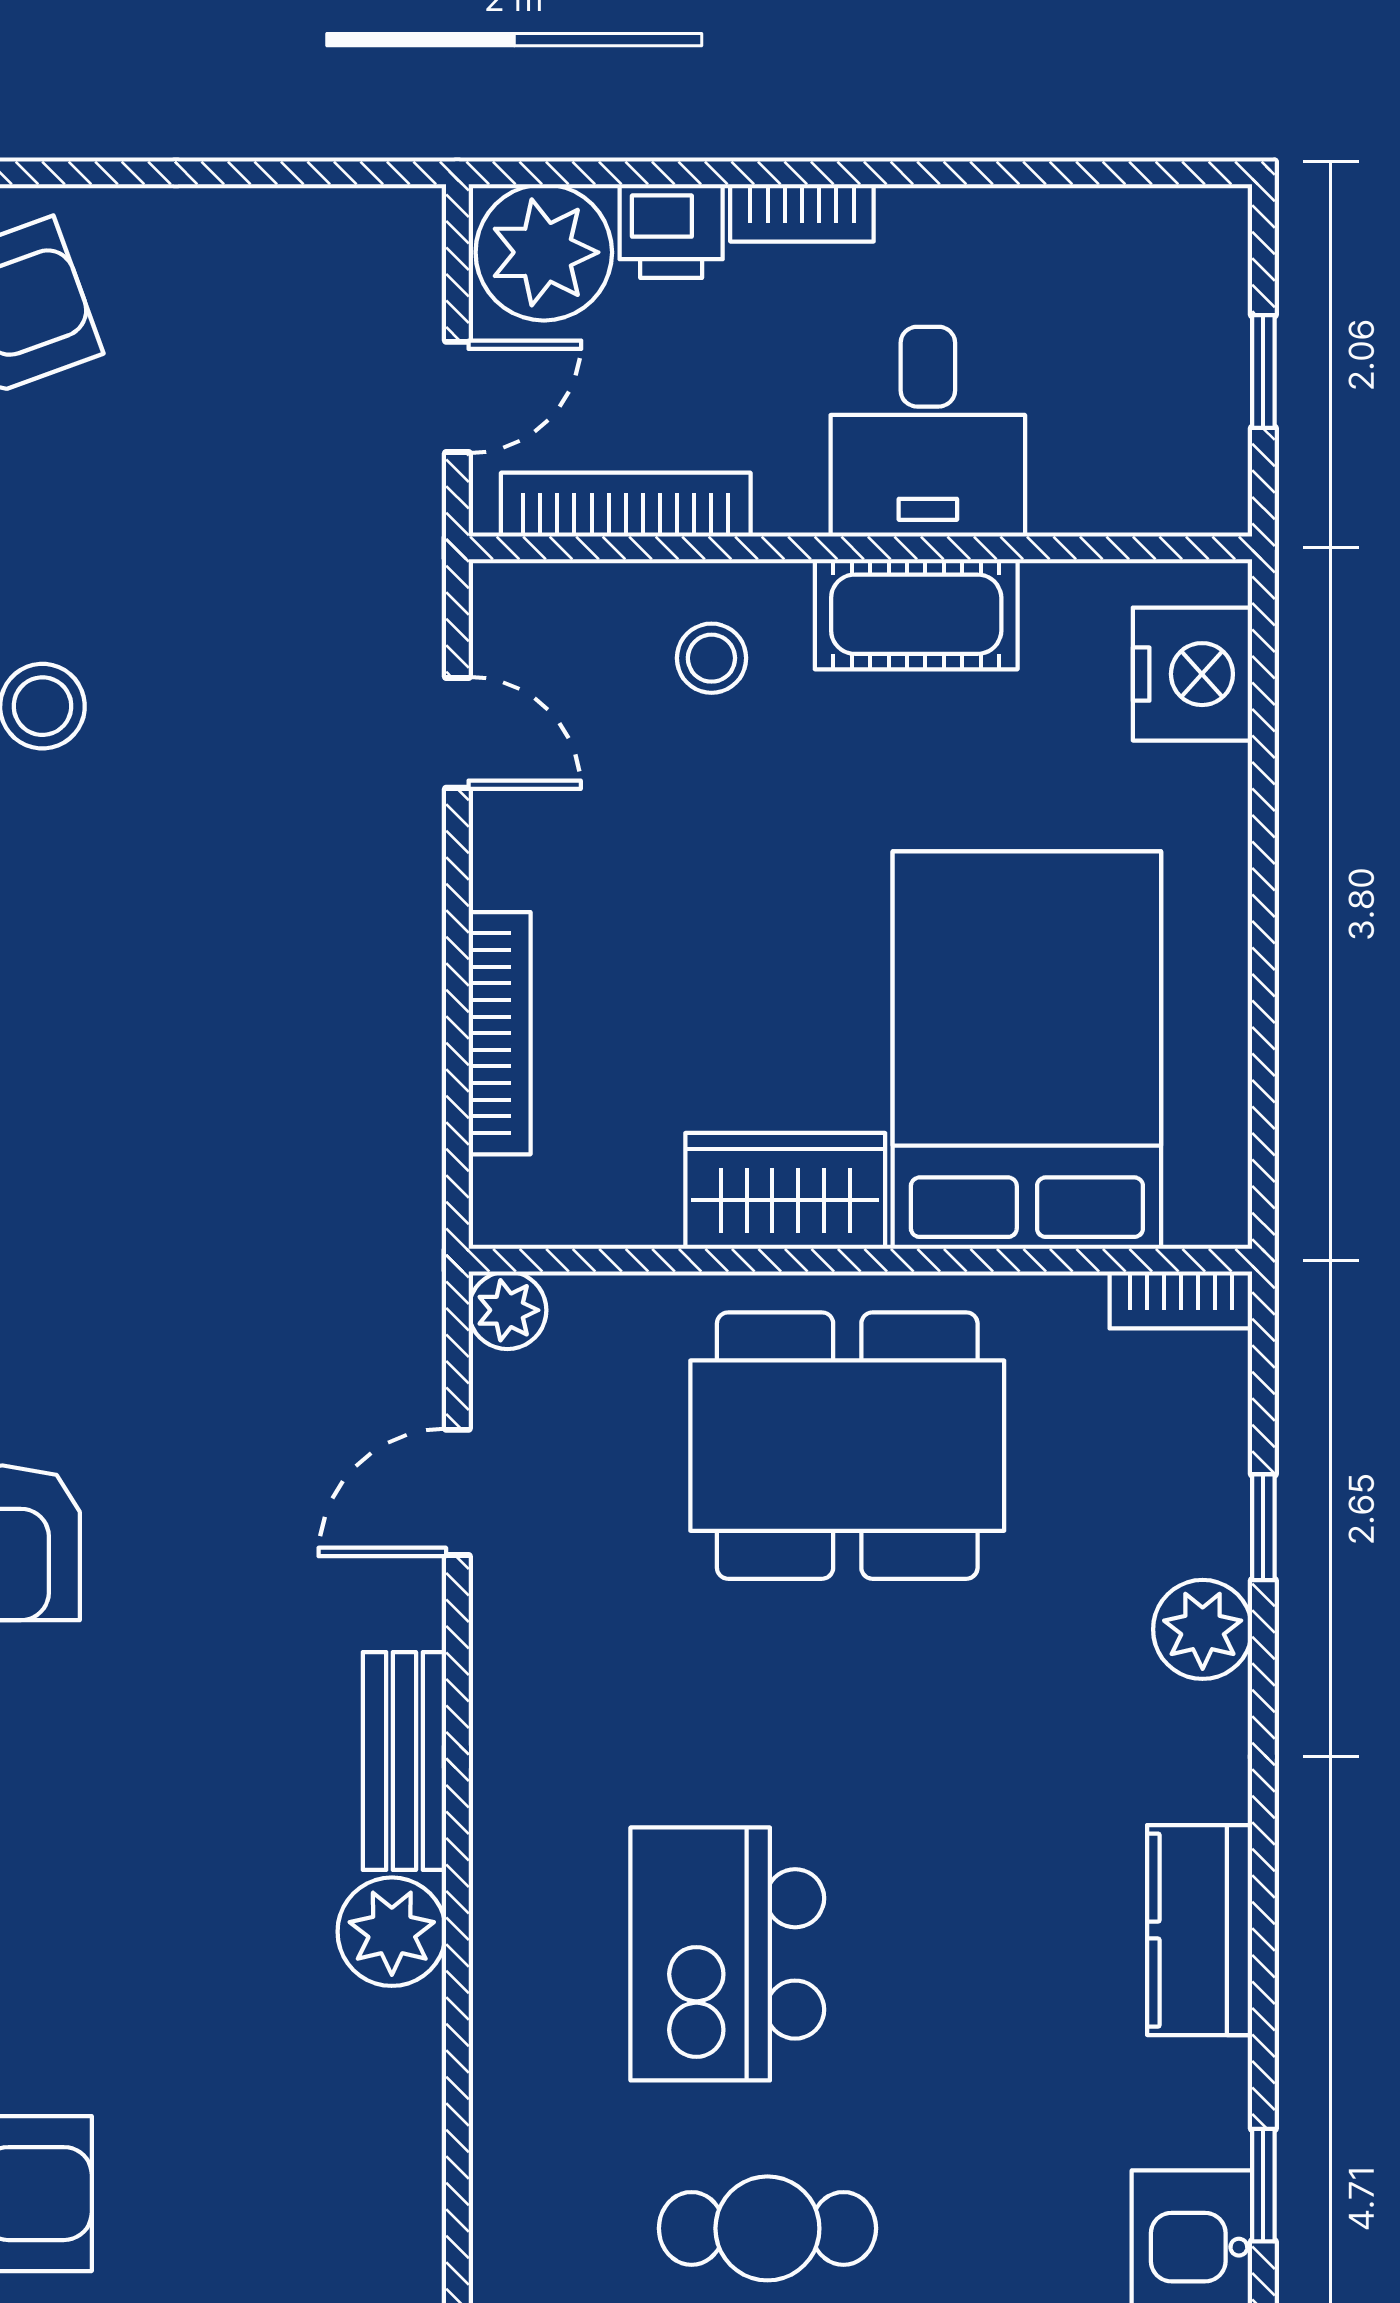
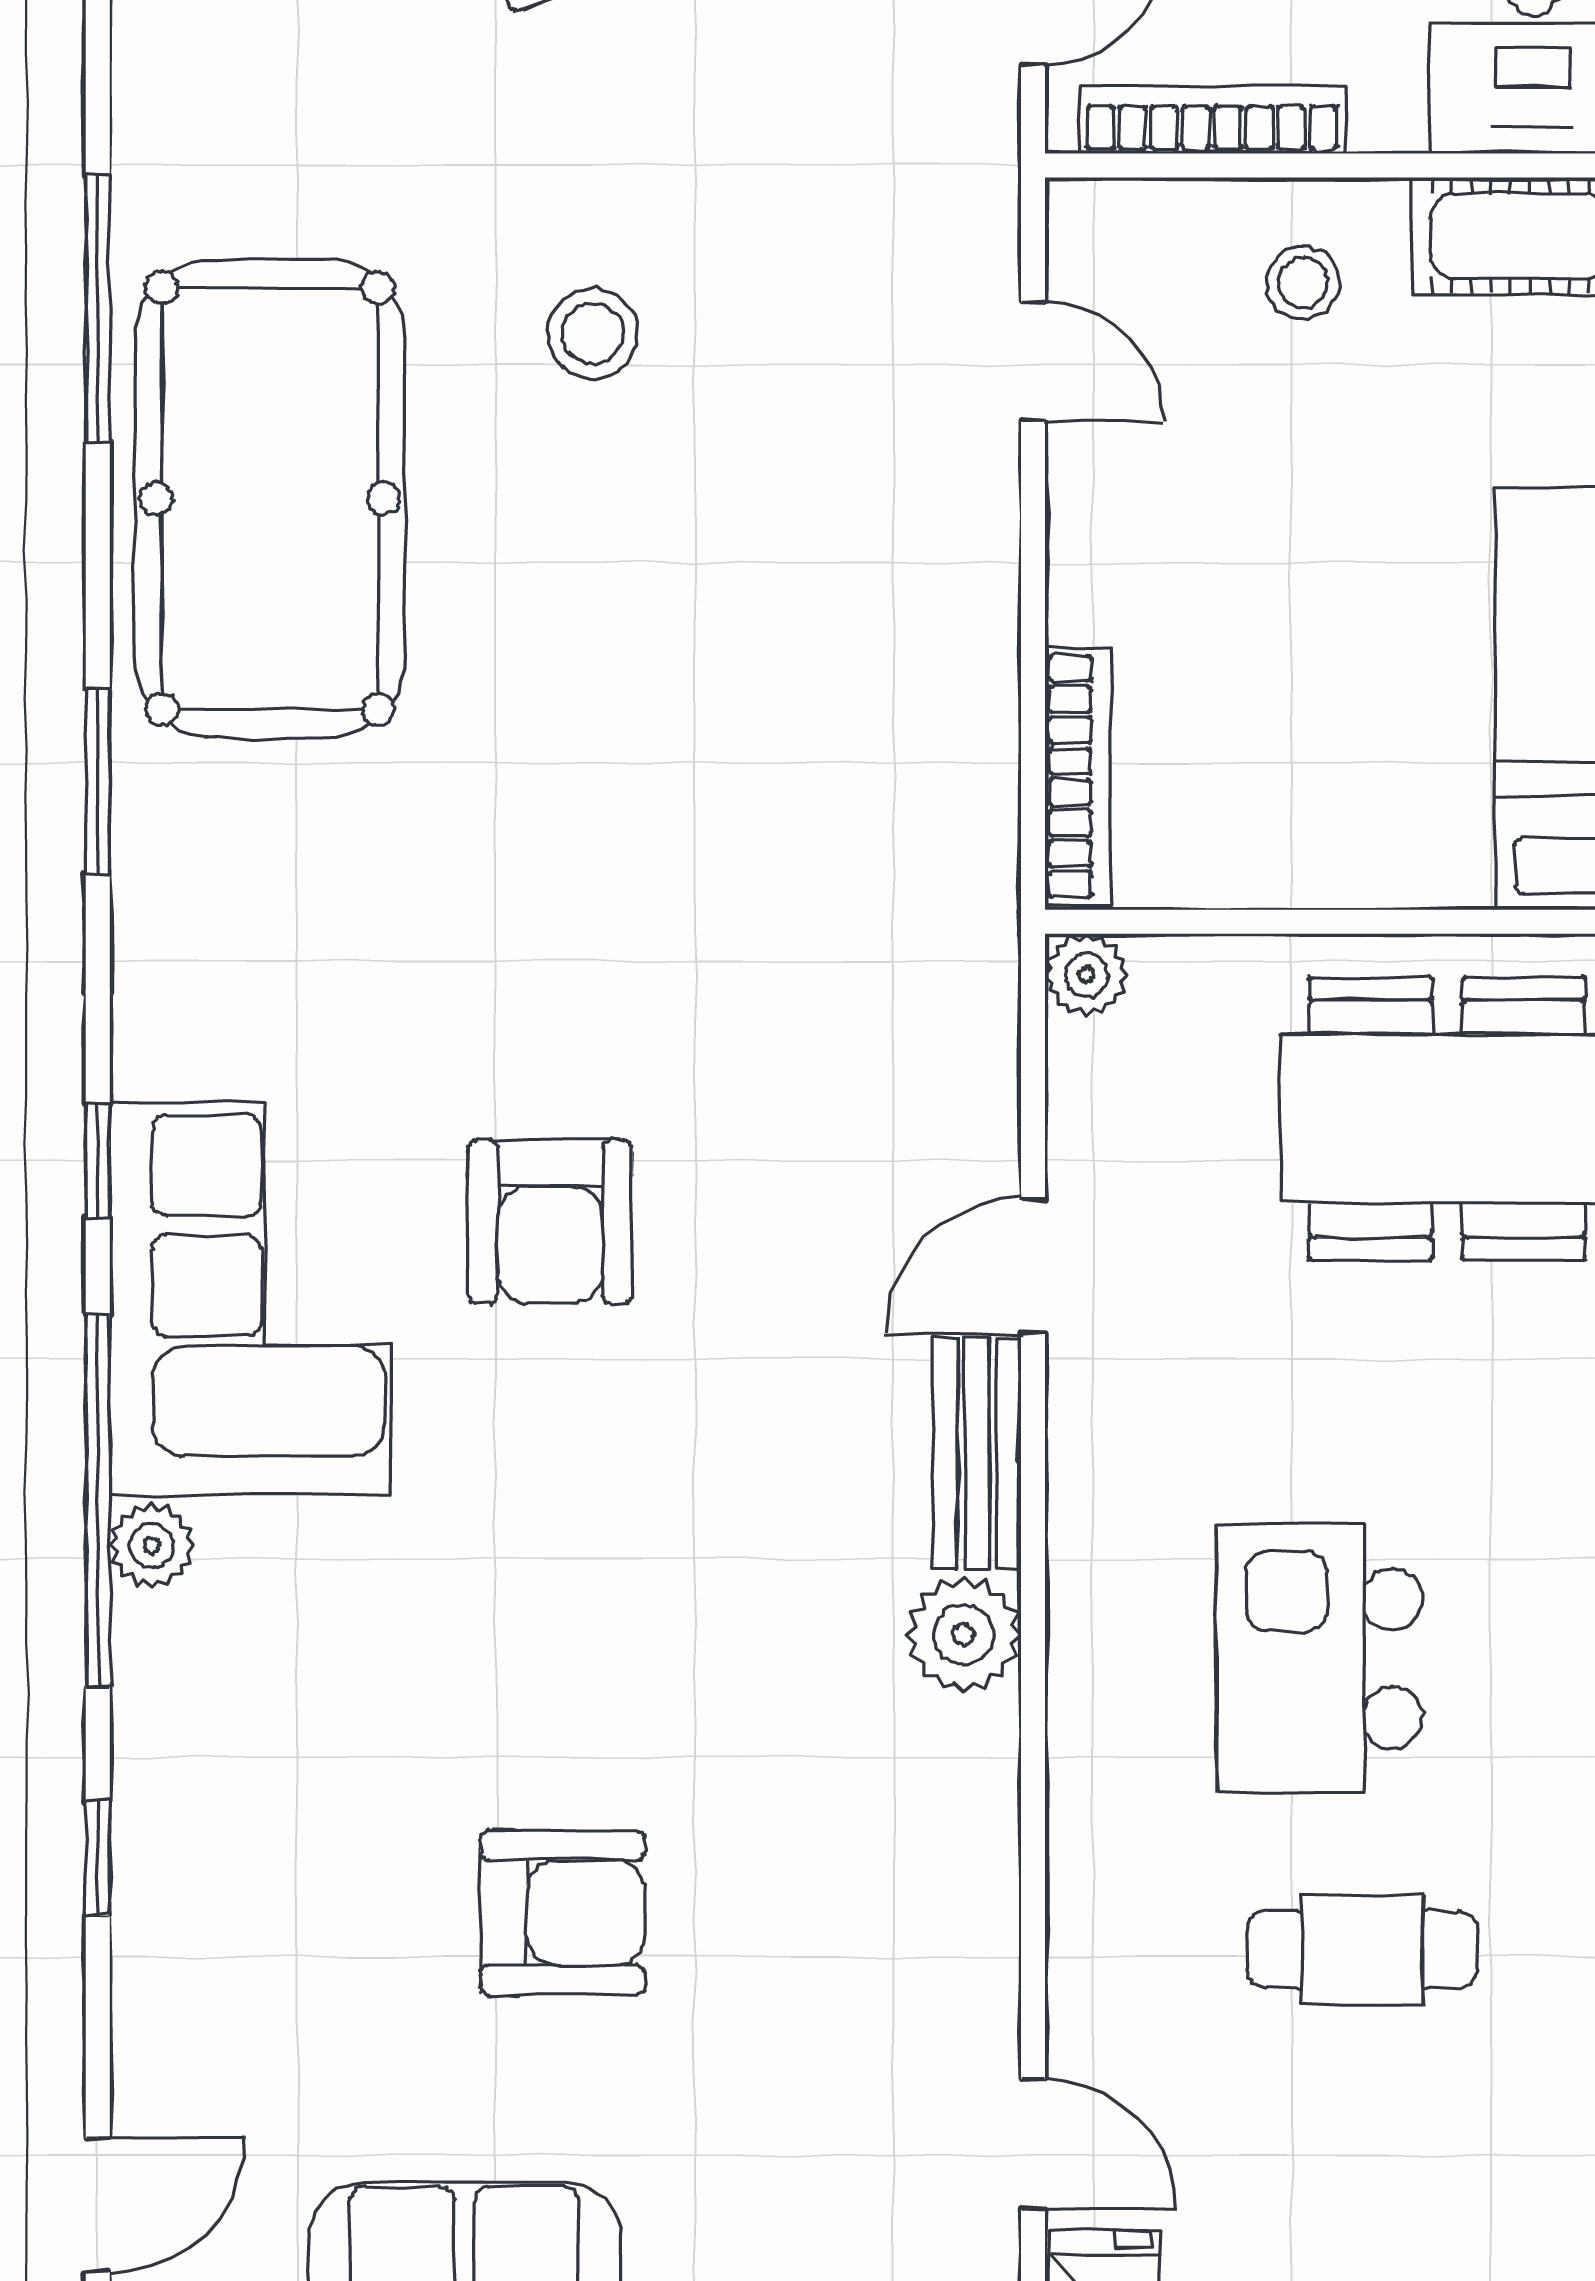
bookcase: (500, 1033) -> (1078, 776), moved
wardrobe: (785, 1191) -> (1381, 848), removed
door: (457, 1492) -> (1033, 1266), moved

